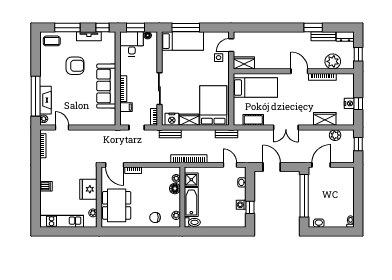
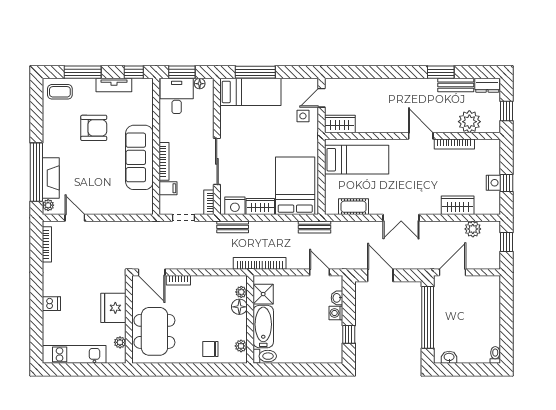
washing machine: (241, 205) -> (336, 313), moved

